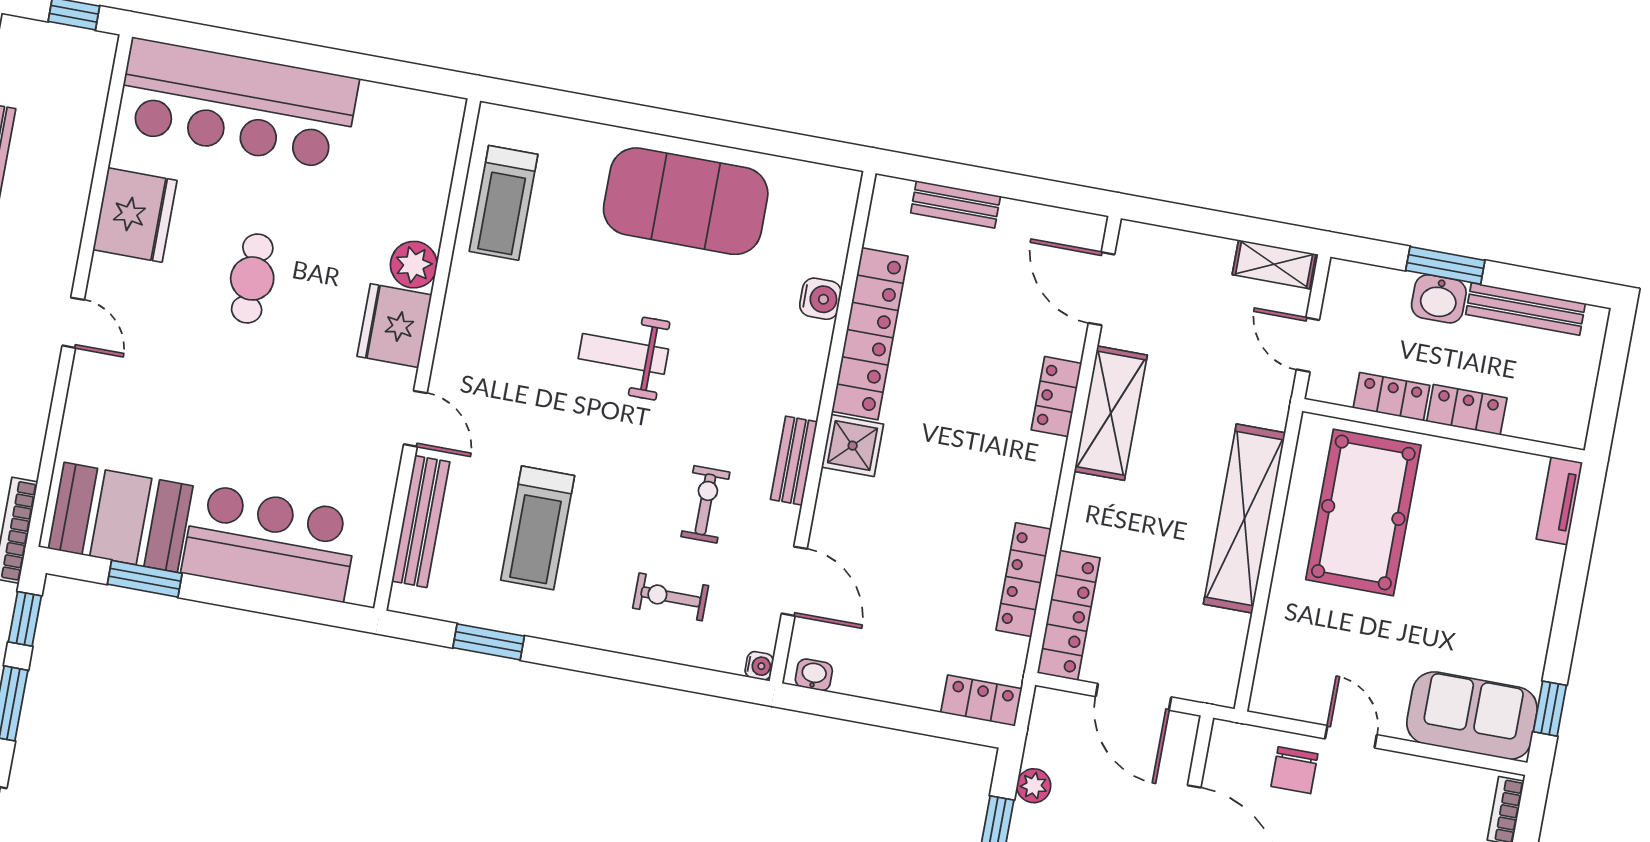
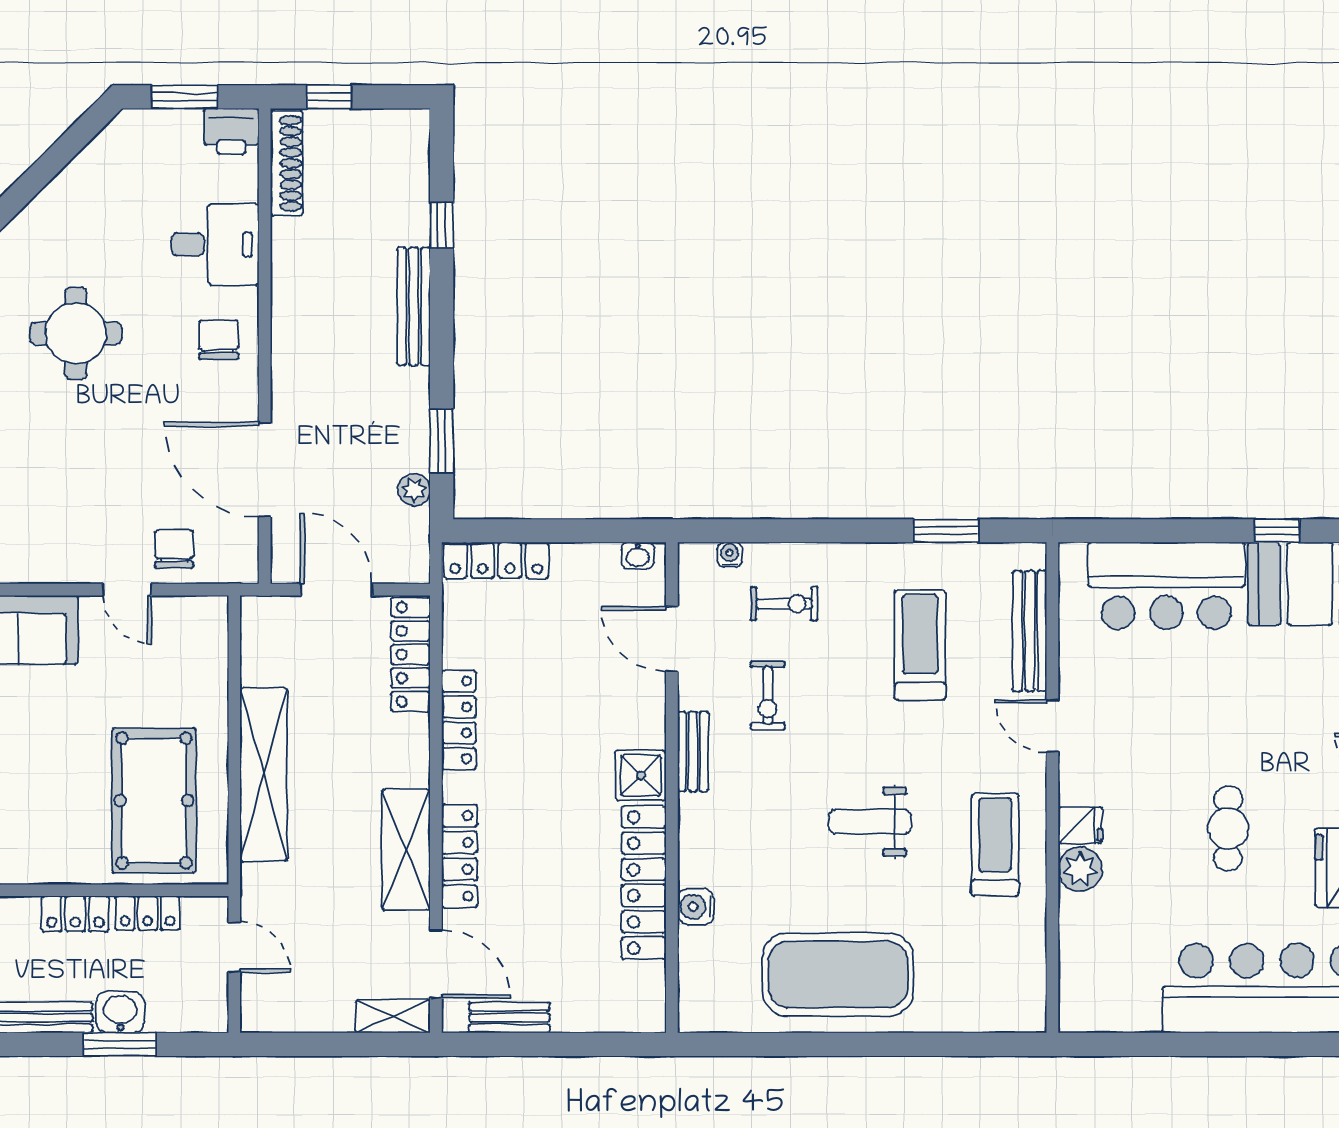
treadmill: (504, 203) -> (995, 845), moved
bench: (956, 204) -> (509, 1018), moved
shelving: (1274, 264) -> (393, 1016), moved
fridge: (394, 326) -> (1080, 825), width x0.53, depth x0.75
weight bench: (623, 354) -> (870, 822), turned 180
locker: (1056, 397) -> (459, 856), width x1.53
window: (145, 579) -> (1277, 531), width x0.67
locker: (1024, 580) -> (459, 720), moved
water cooler: (759, 666) -> (730, 555), moved, turned 90
locker: (981, 701) -> (496, 560), width x1.53

